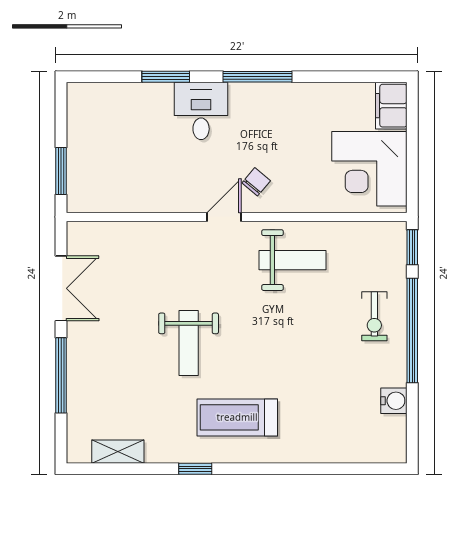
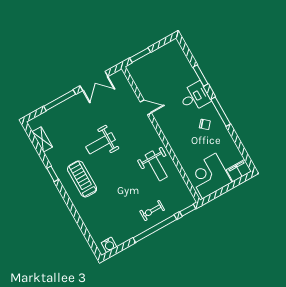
chair: (256, 182) -> (205, 124), moved
door: (224, 217) -> (146, 107), moved
water cooler: (394, 401) -> (109, 245), moved

